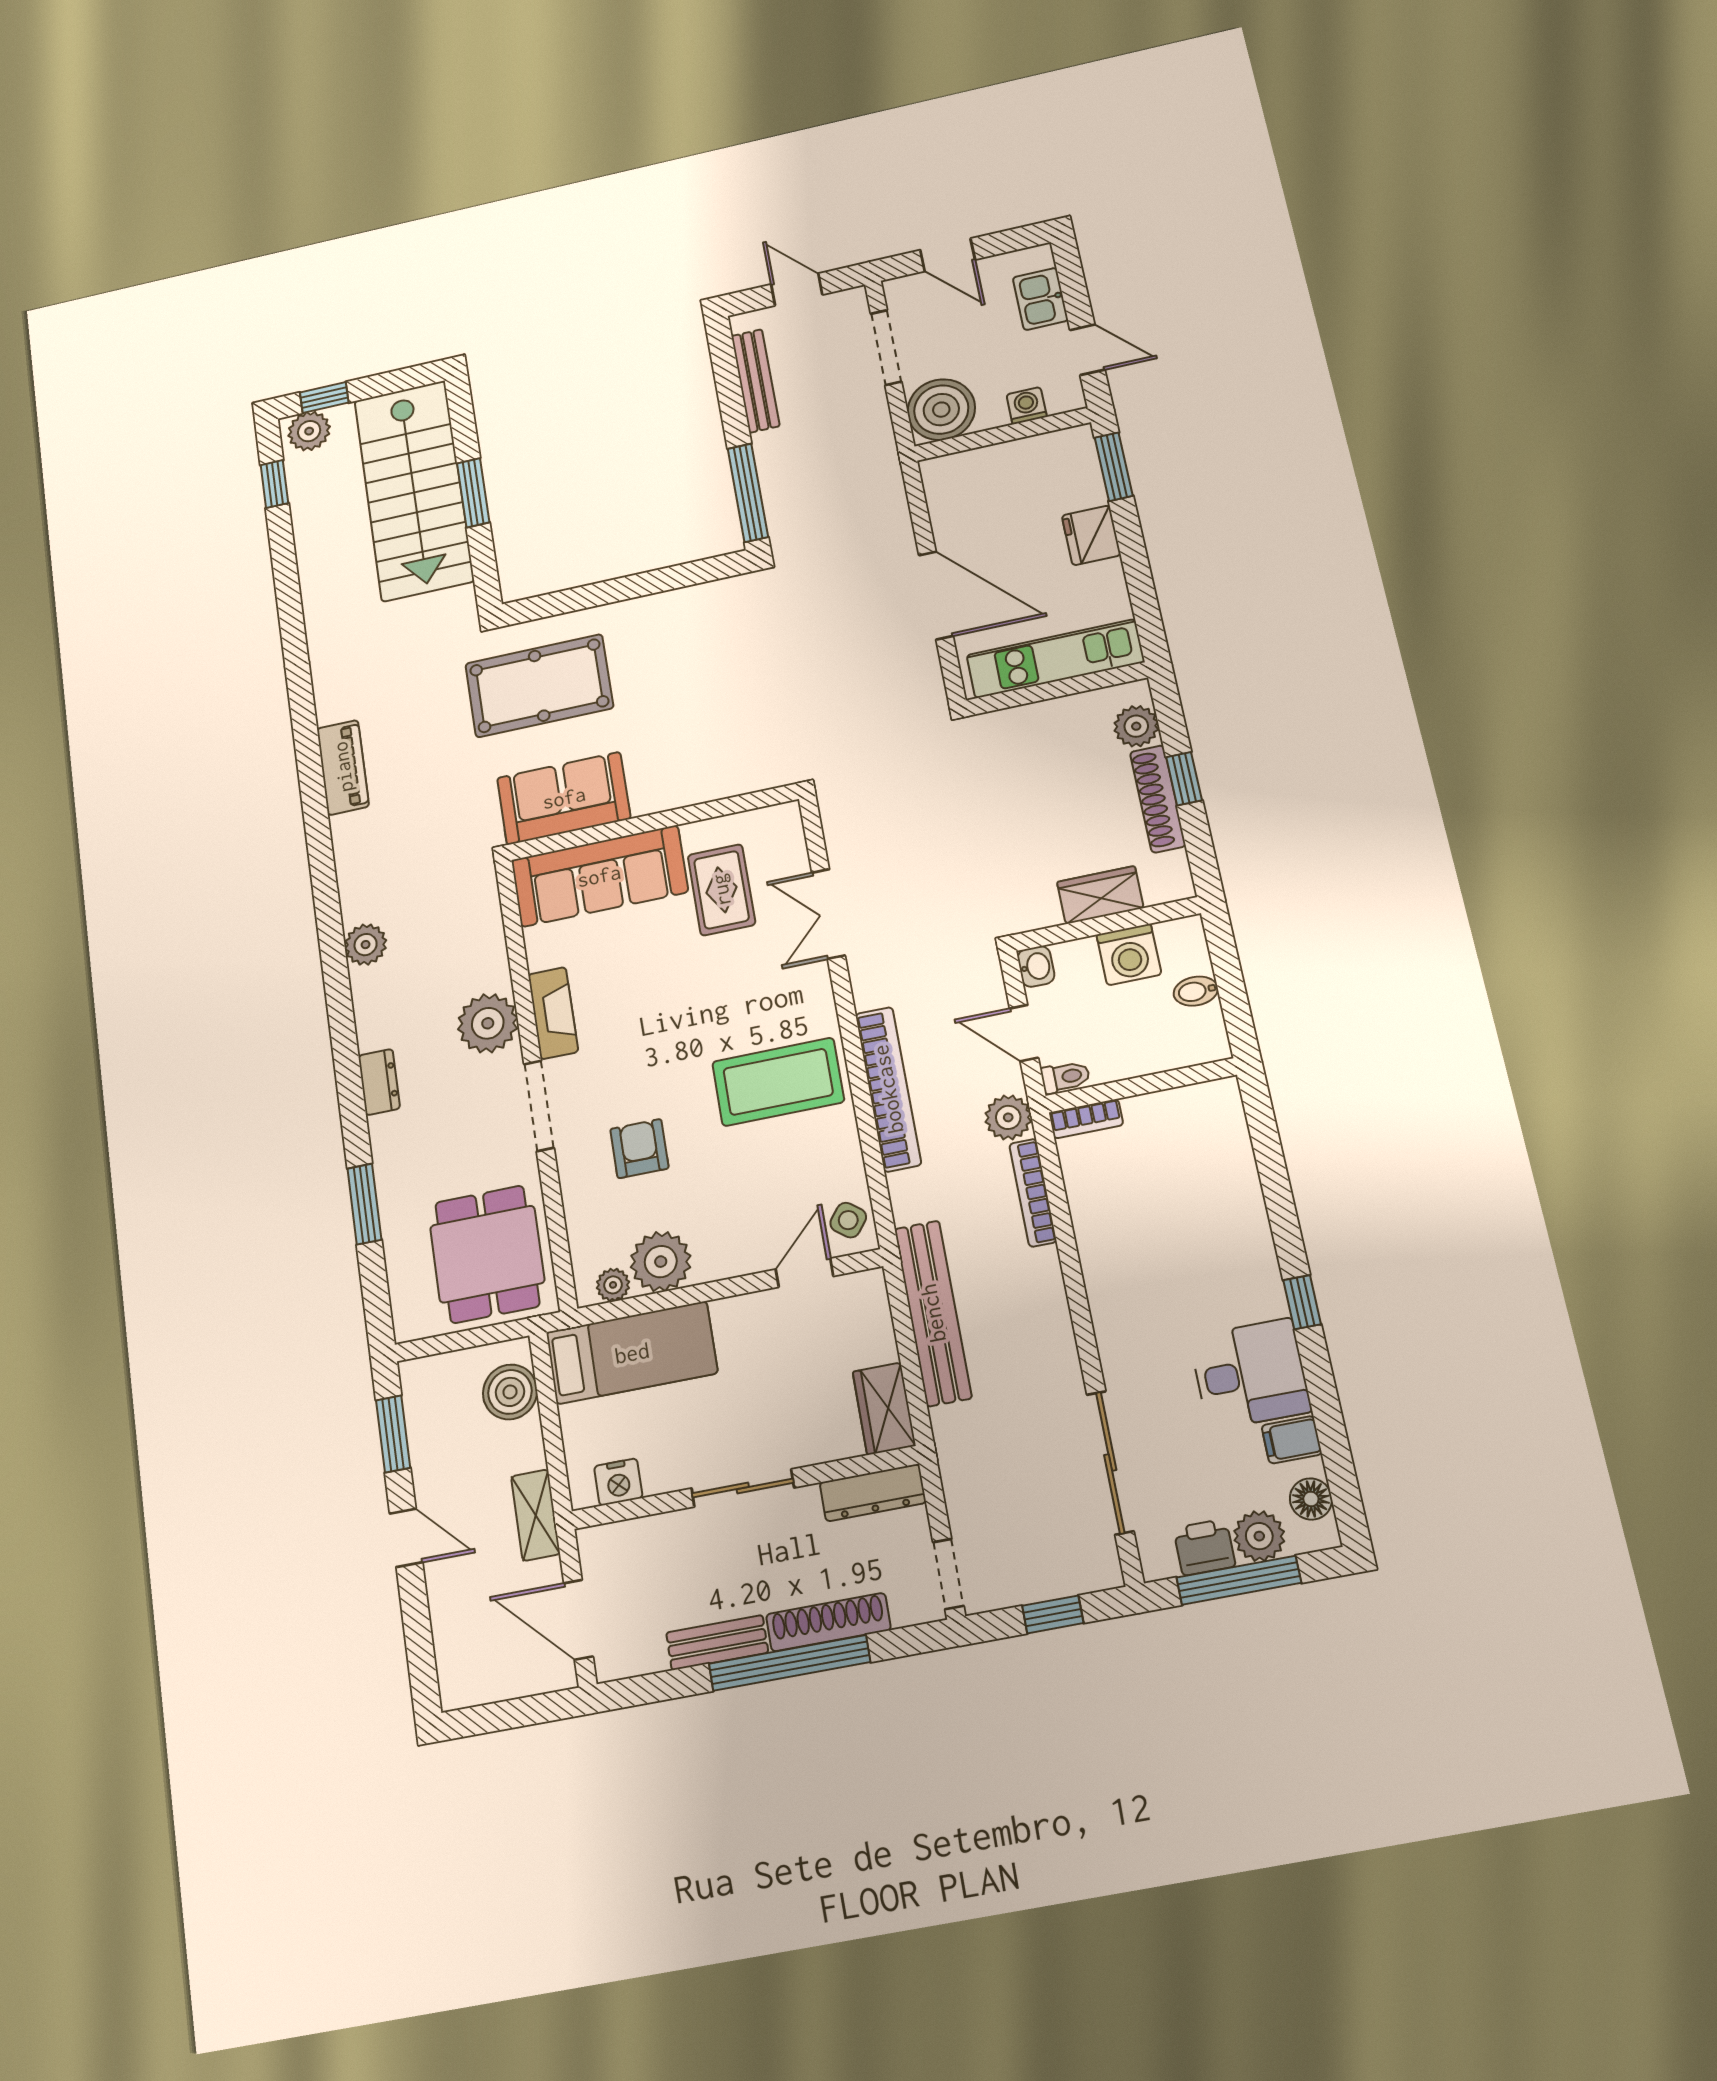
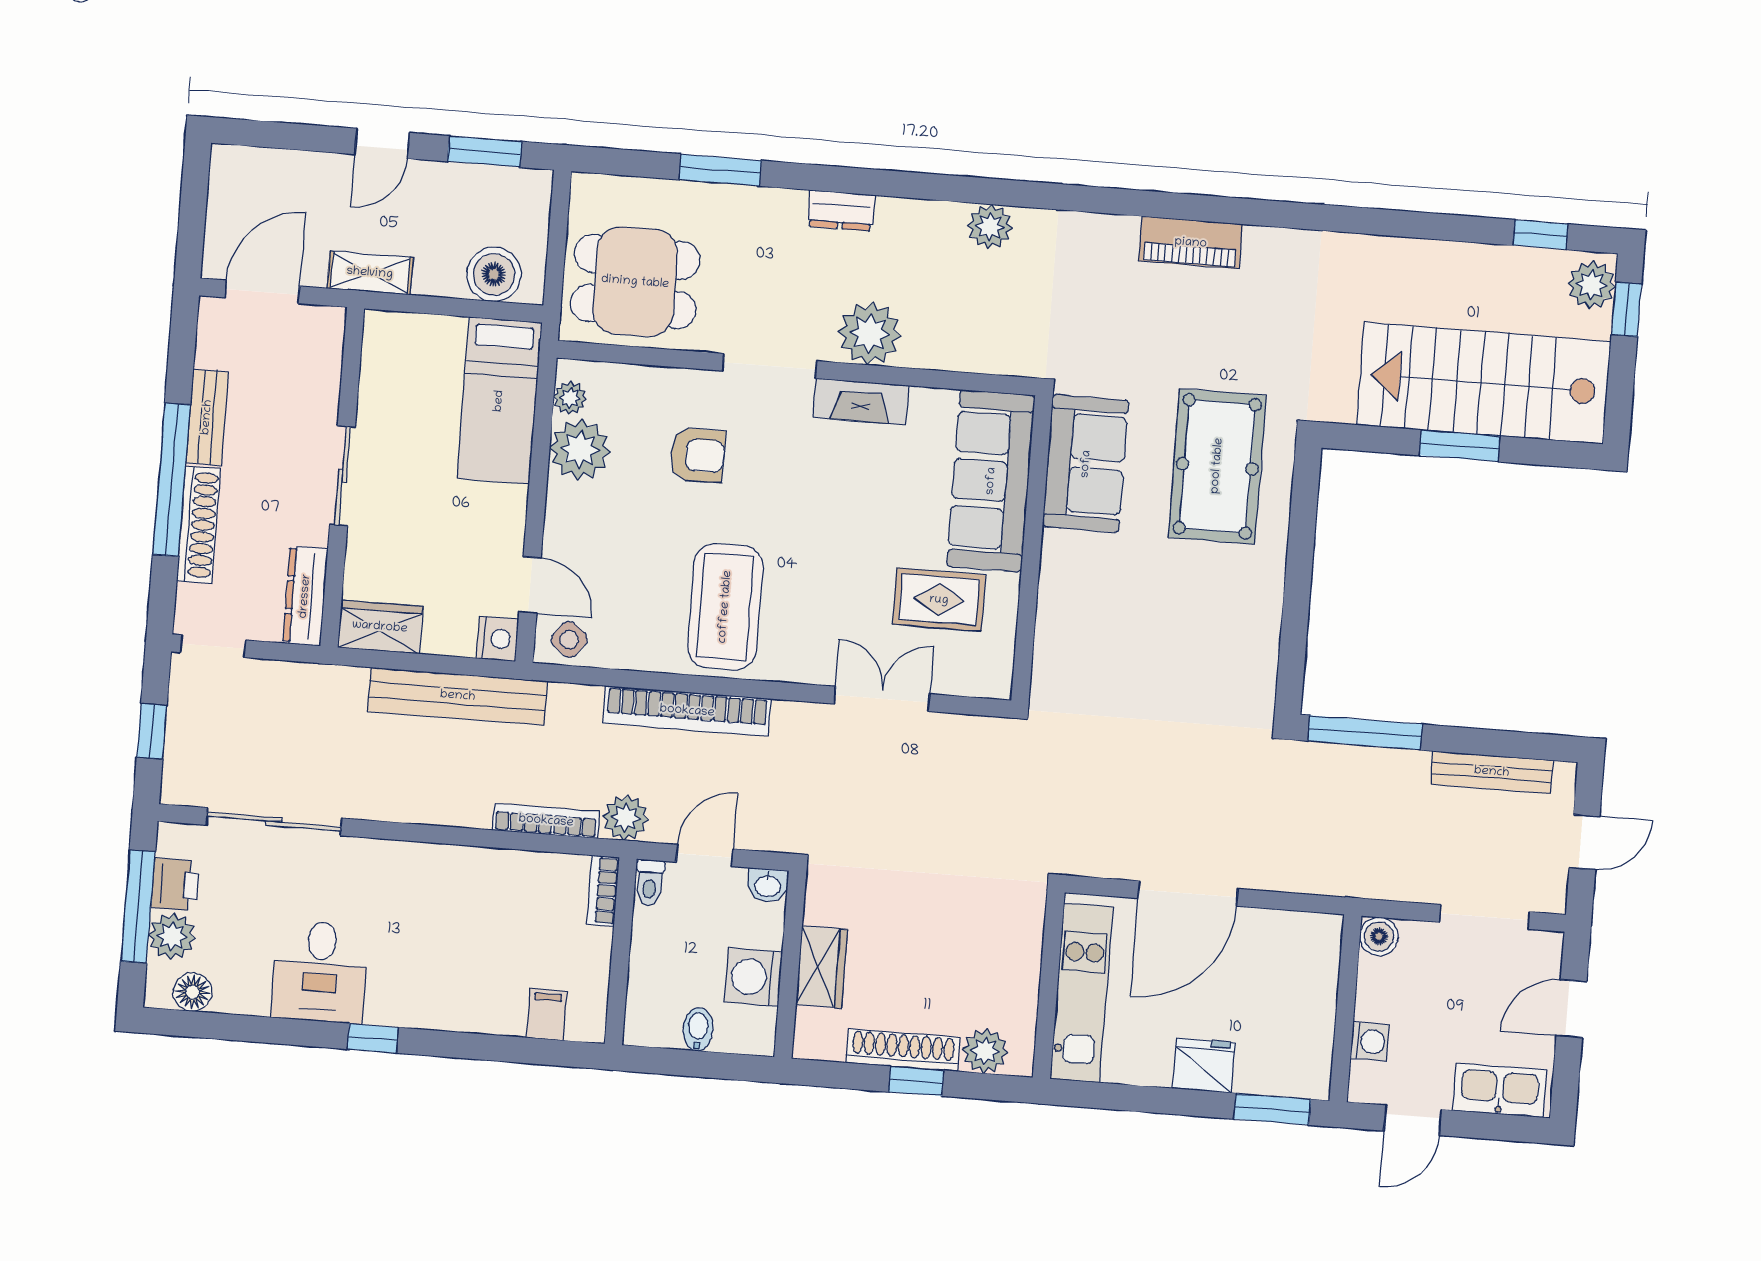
kitchen sink: (1040, 299) -> (1500, 1090), width x1.38
boiler: (941, 410) -> (1379, 936), width x0.54, depth x0.54
filing cabinet: (1292, 1440) -> (547, 1014), moved
nightstand: (618, 1482) -> (498, 639), moved, turned 180

